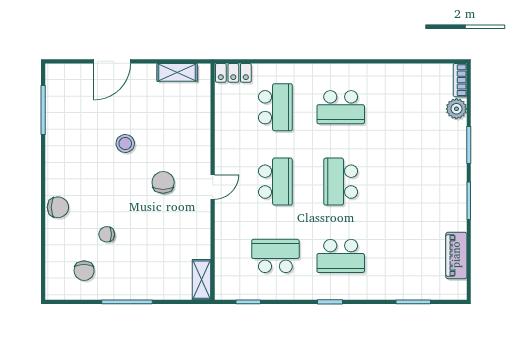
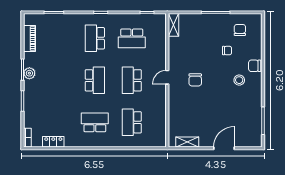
locker: (233, 73) -> (53, 142), moved
plant: (456, 109) -> (29, 73), moved
stool: (125, 143) -> (239, 80), moved
school desk: (341, 256) -> (95, 38), turned -90

